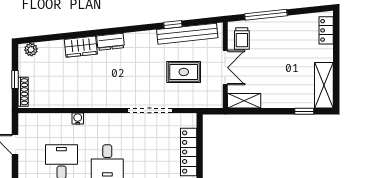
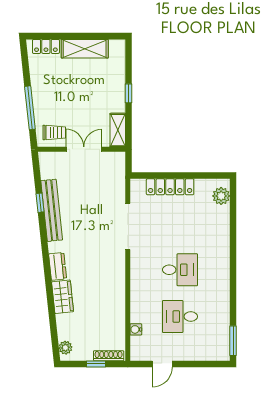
bench: (187, 34) -> (52, 210), moved
rug: (184, 72) -> (88, 192), removed
shelving: (324, 85) -> (85, 49), moved
window: (304, 111) -> (129, 93), moved
water cooler: (78, 118) -> (136, 329), moved

